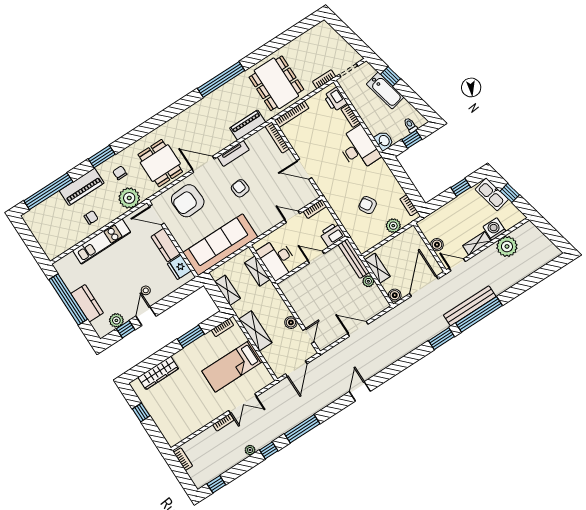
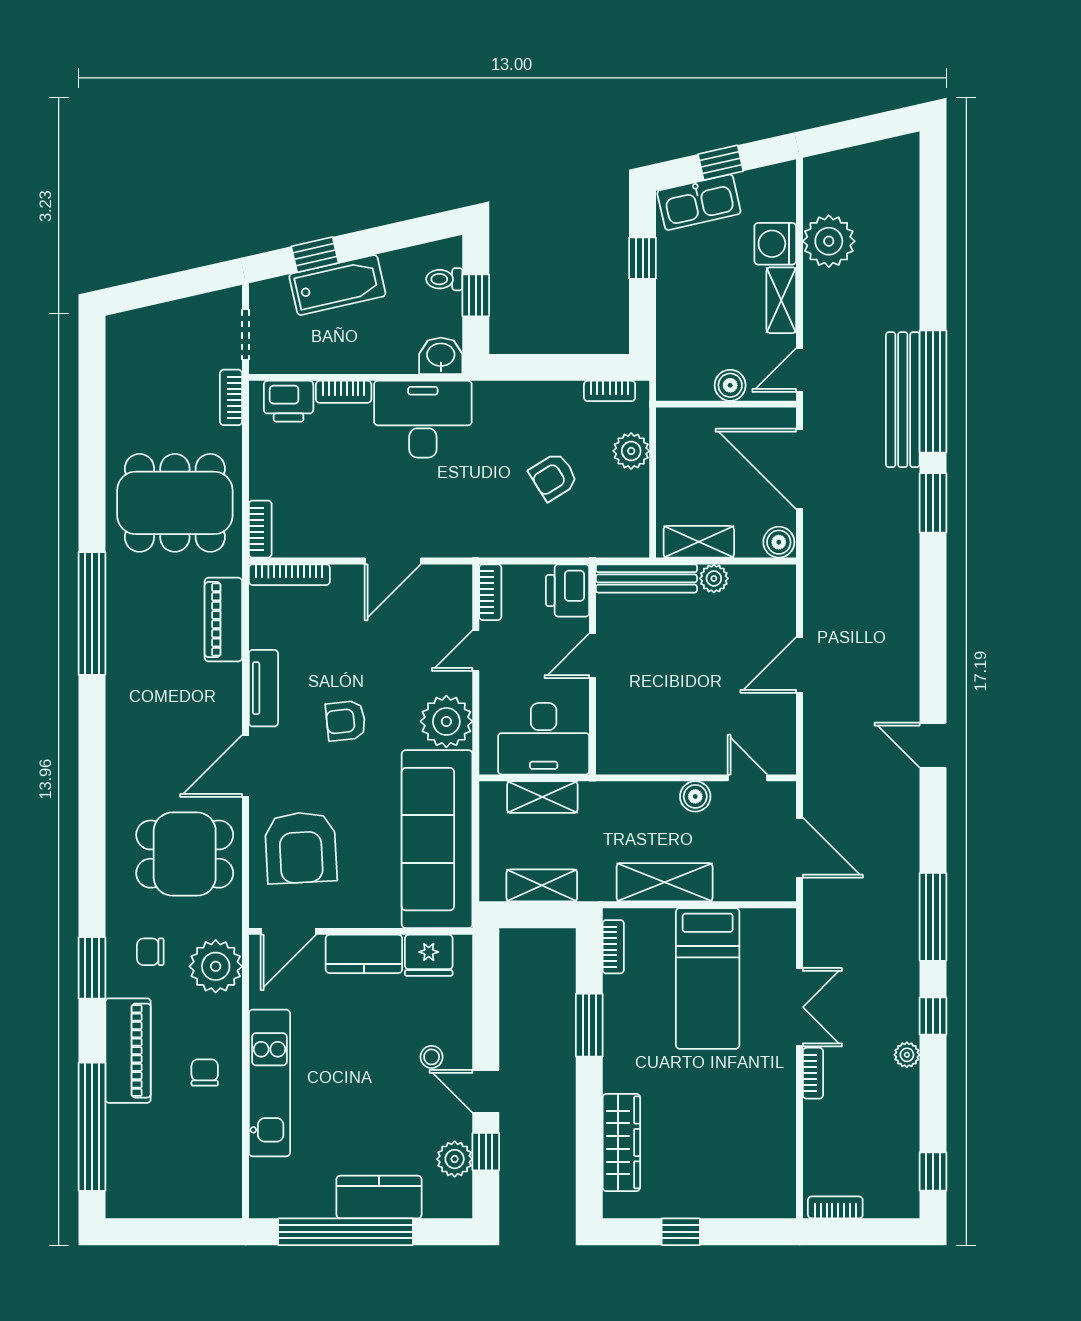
bookcase: (292, 114) -> (260, 529), width x0.64
plant: (262, 222) -> (446, 721), added

